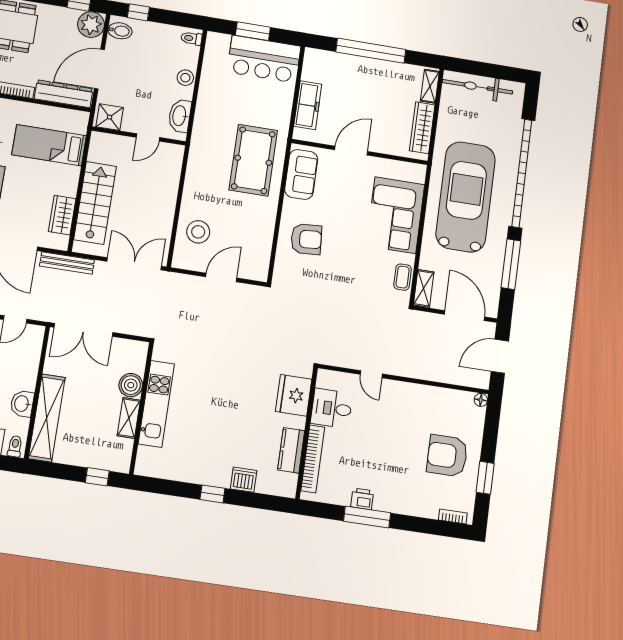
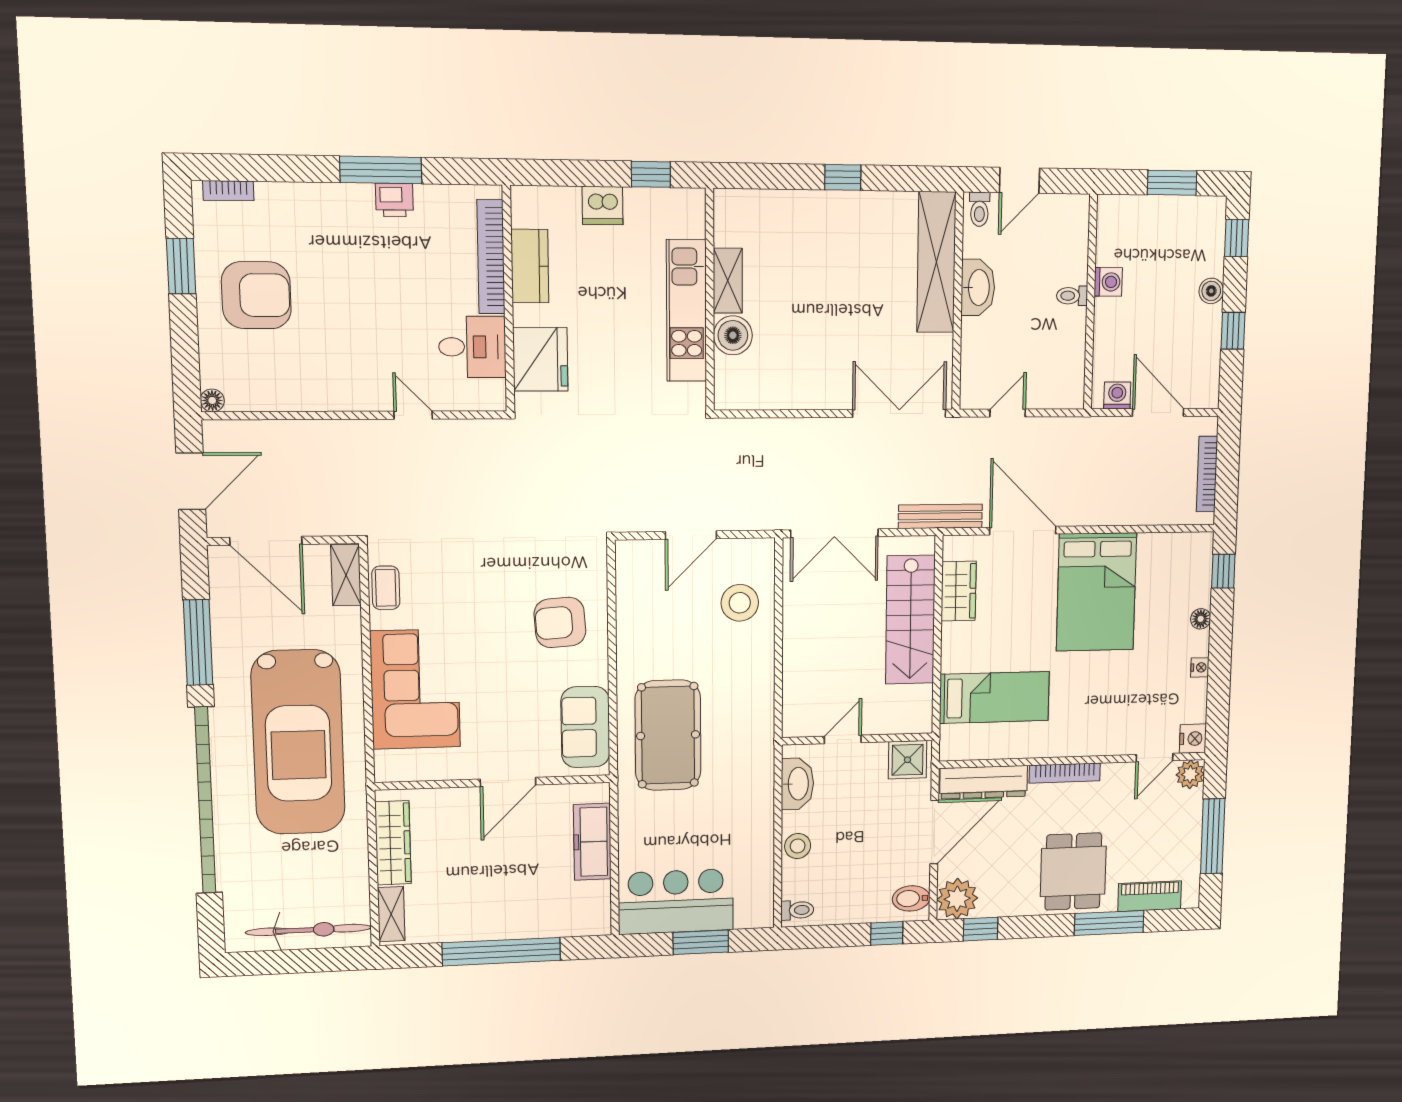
boiler: (131, 385) -> (733, 335), moved
washbasin: (22, 404) -> (978, 287), width x1.38
kitchen unit: (156, 404) -> (687, 311), moved
wall: (141, 408) -> (710, 300), moved
shelving: (129, 418) -> (728, 281), moved

